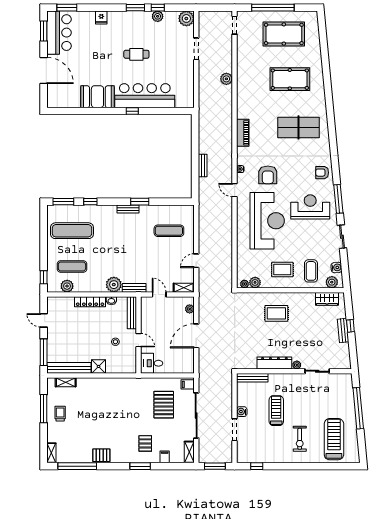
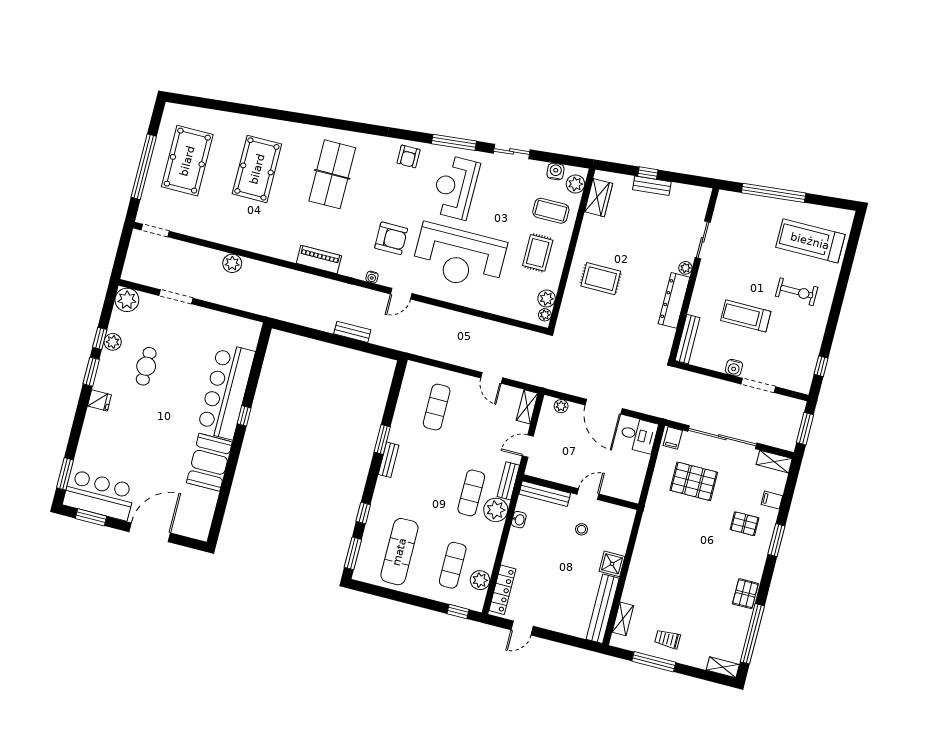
fridge: (101, 17) -> (99, 400), moved
cafe table: (136, 54) -> (146, 366), moved
reception desk: (267, 221) -> (459, 257), turned 180
exercise mat: (120, 266) -> (471, 493), added
locker: (90, 302) -> (502, 590), moved
rug: (276, 313) -> (601, 279), turned 90
window: (44, 352) -> (570, 640), removed
desk: (152, 363) -> (639, 435), moved, turned -90

